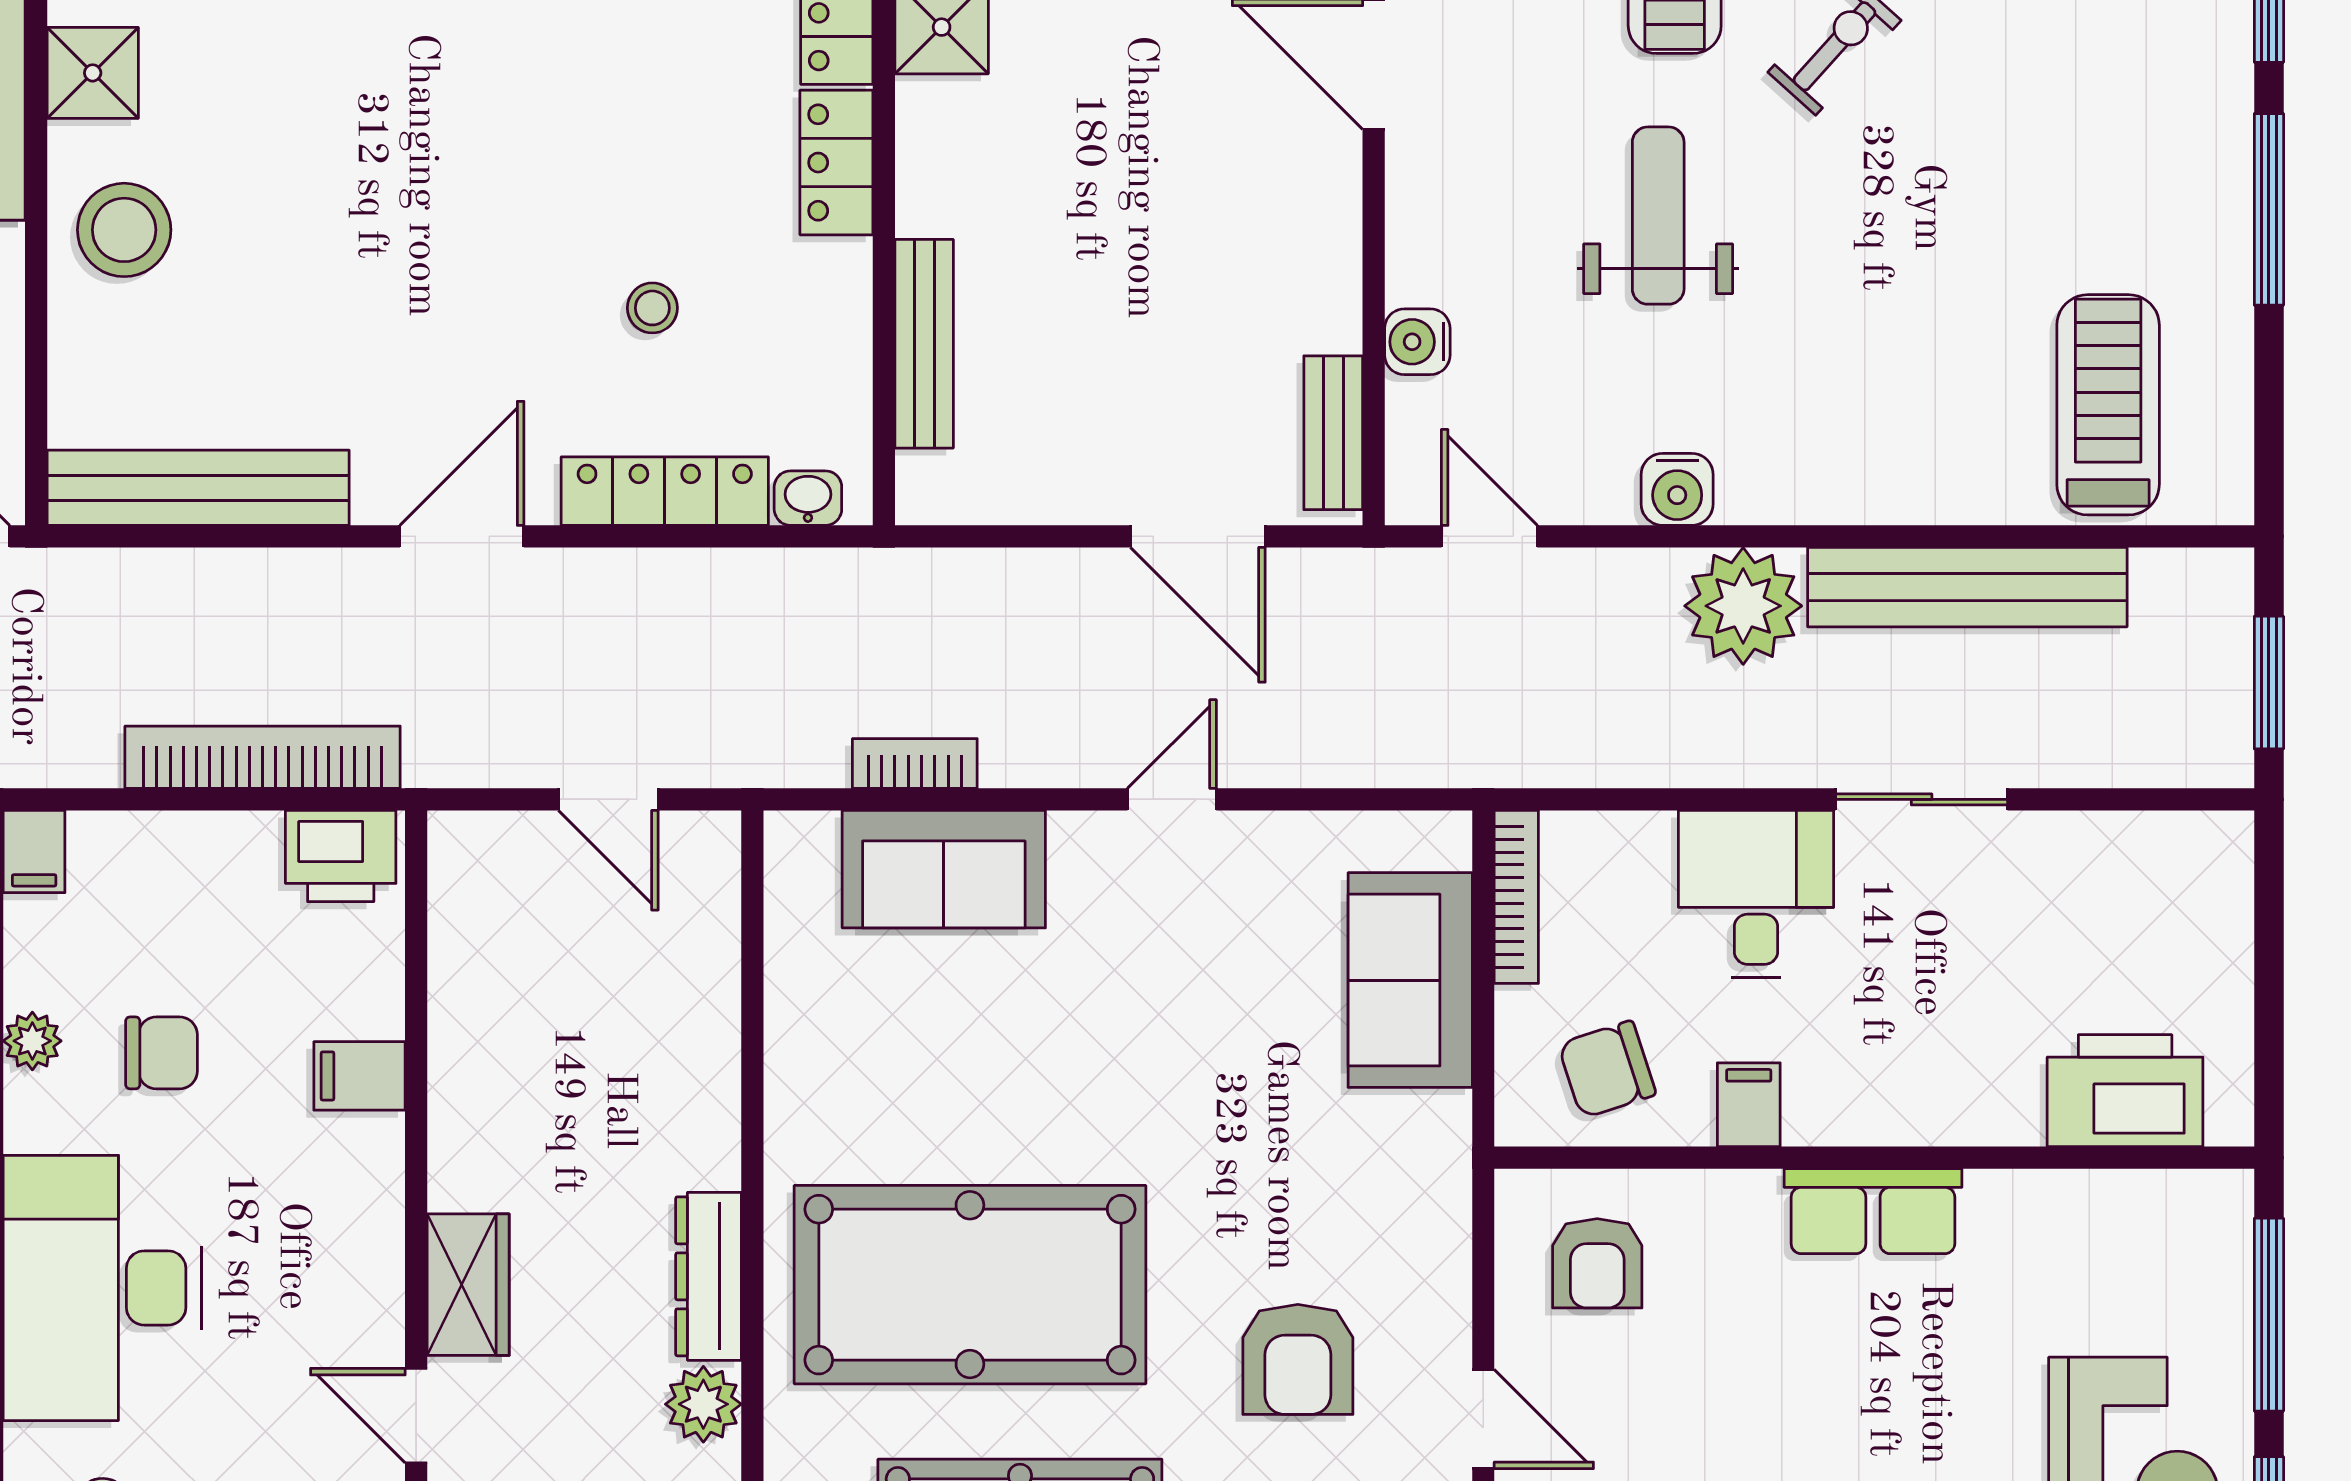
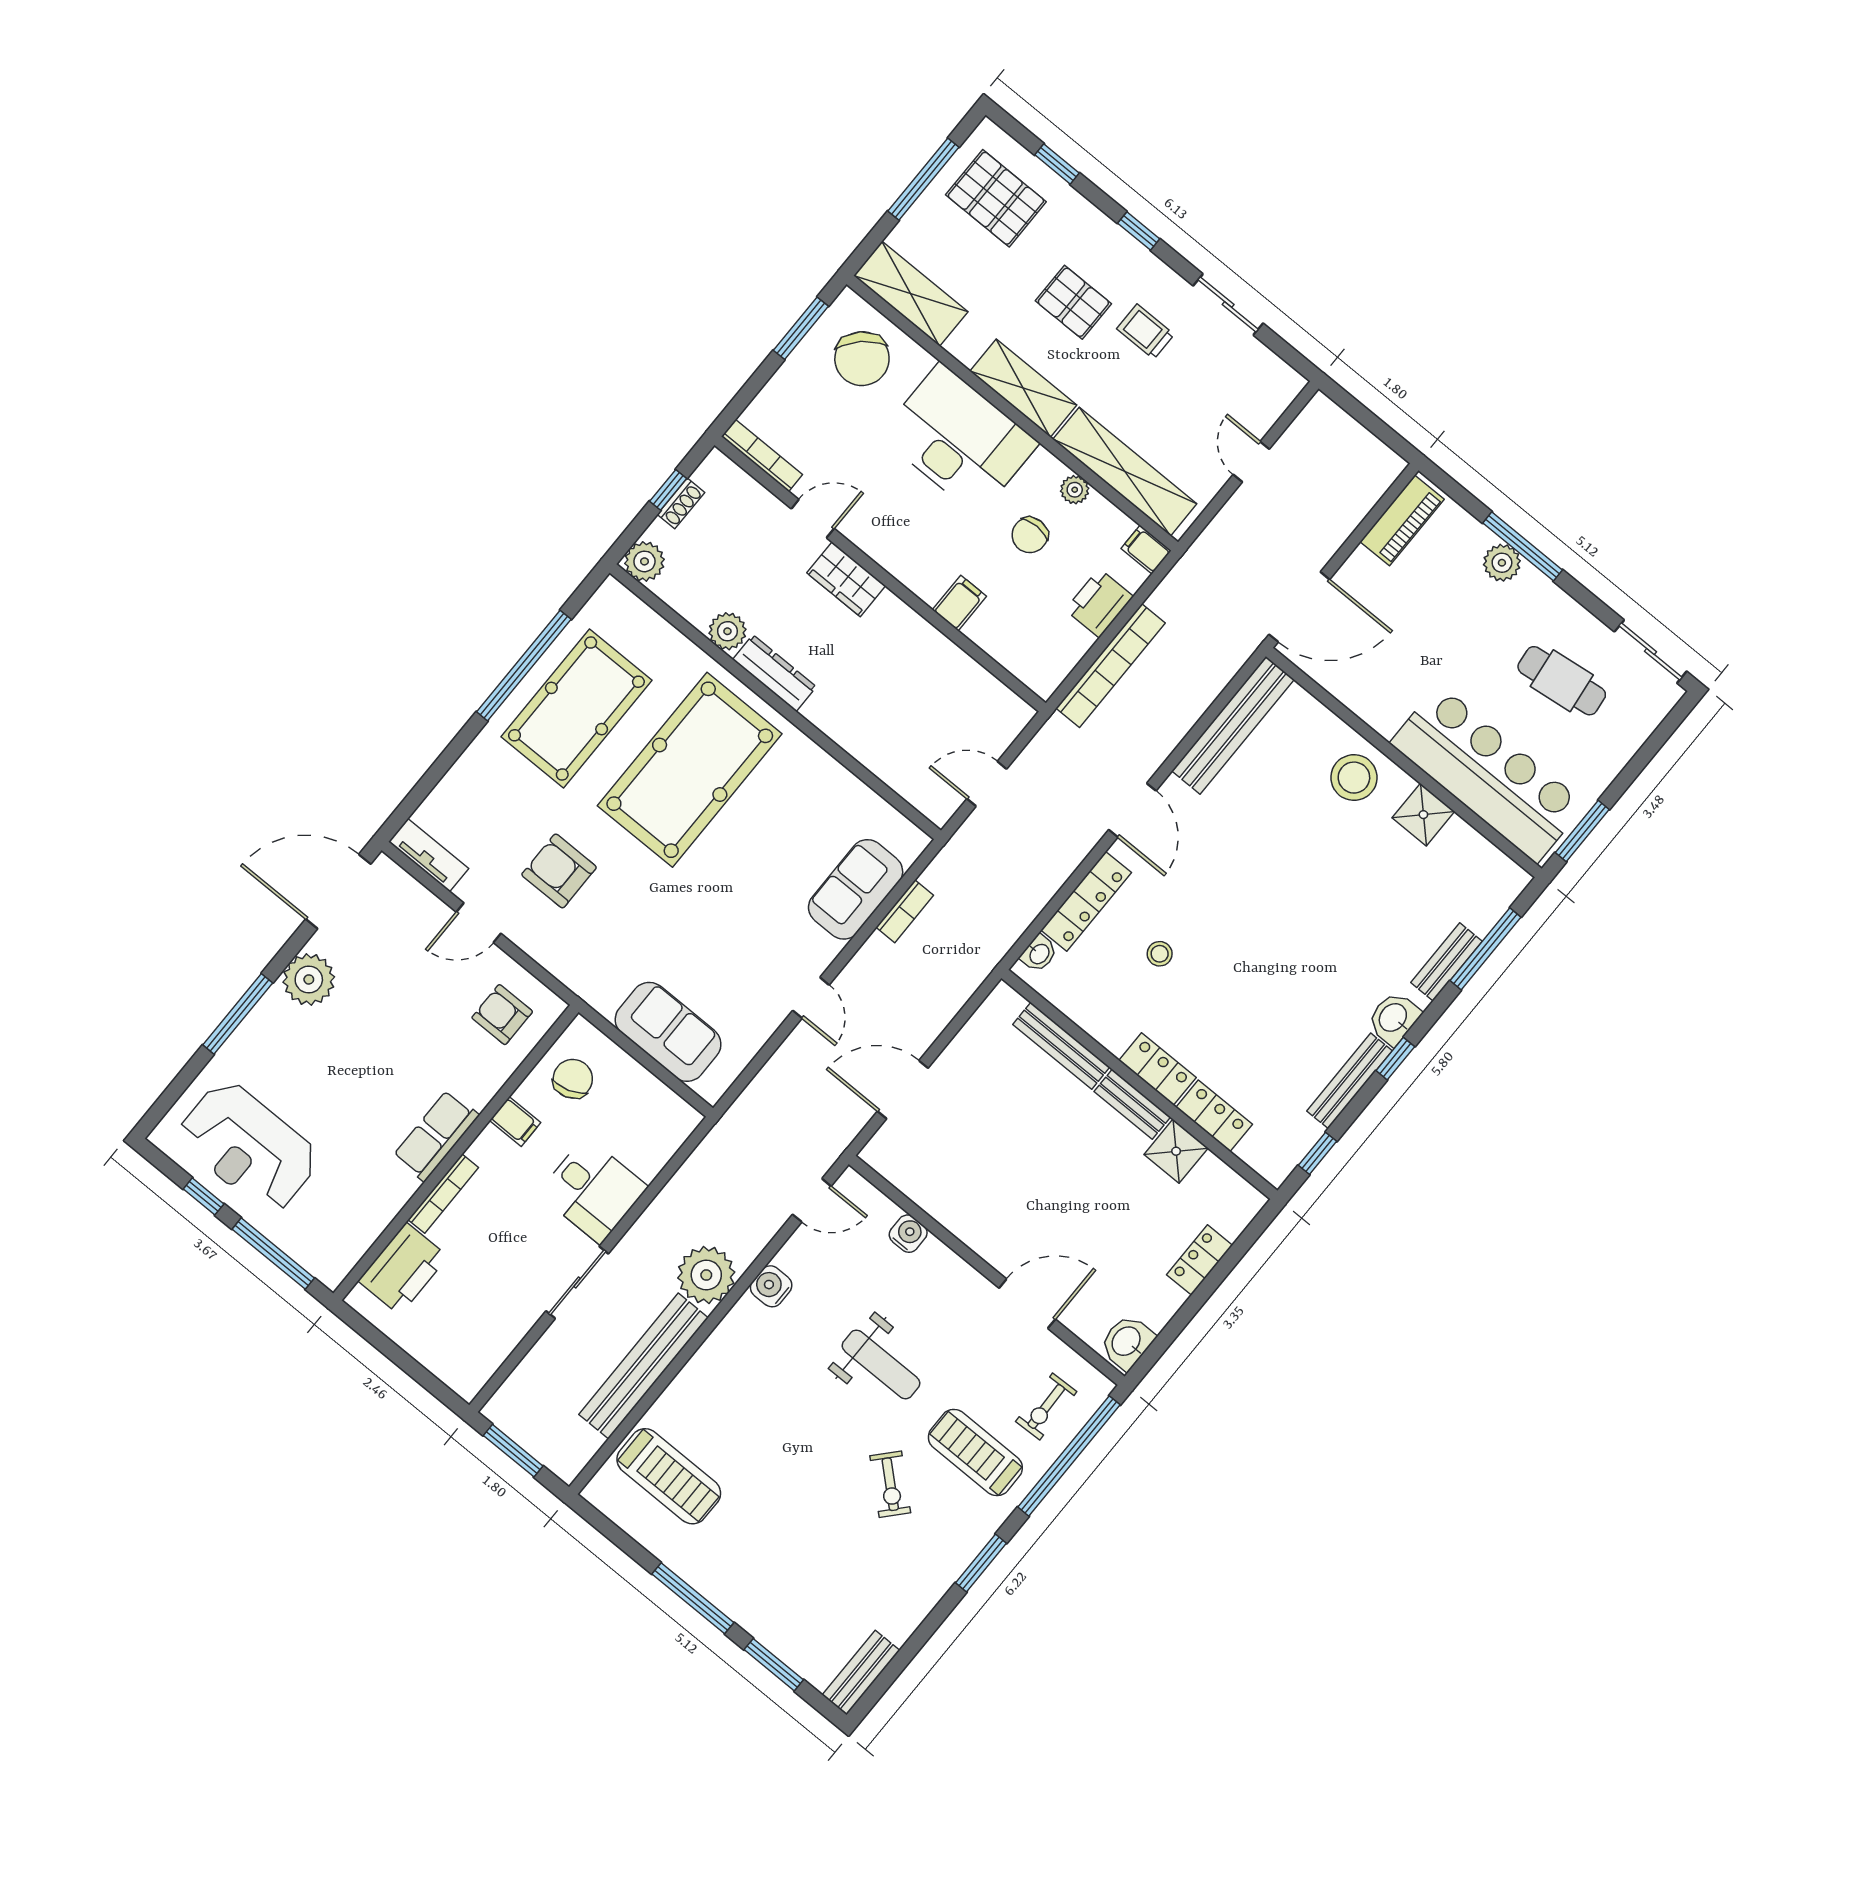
bench: (1333, 433) -> (1132, 1104), moved
printer: (341, 856) -> (1099, 603), moved
bookcase: (1516, 897) -> (443, 1194), moved, turned -90

